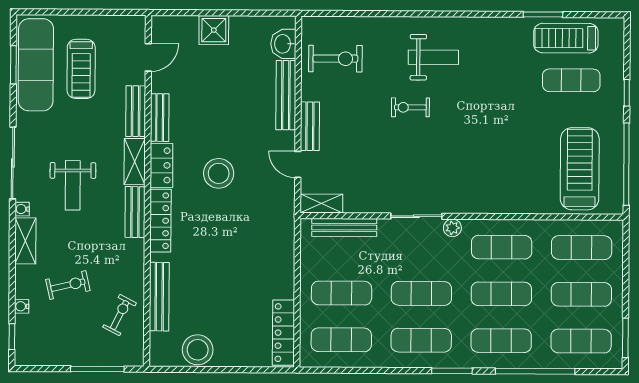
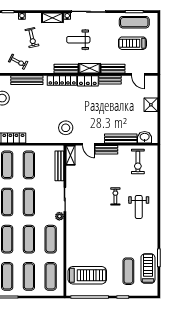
exercise mat: (36, 65) -> (134, 22), width x0.73, depth x0.69
door: (298, 164) -> (89, 144), swing flipped
stool: (219, 173) -> (66, 128), moved

